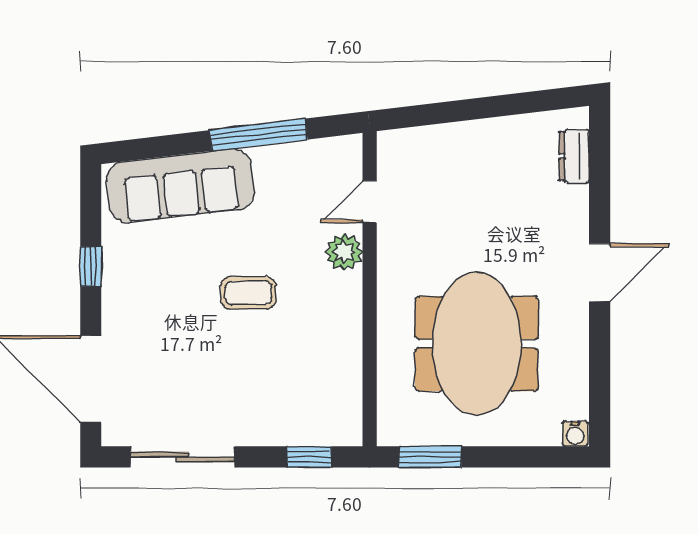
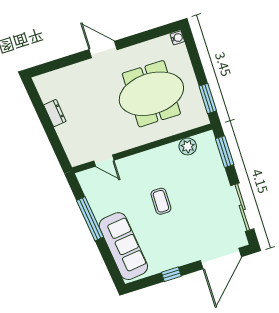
dresser: (574, 156) -> (55, 113), moved, turned -97
plant: (344, 252) -> (188, 146), moved
window: (309, 457) -> (225, 152), width x1.50

